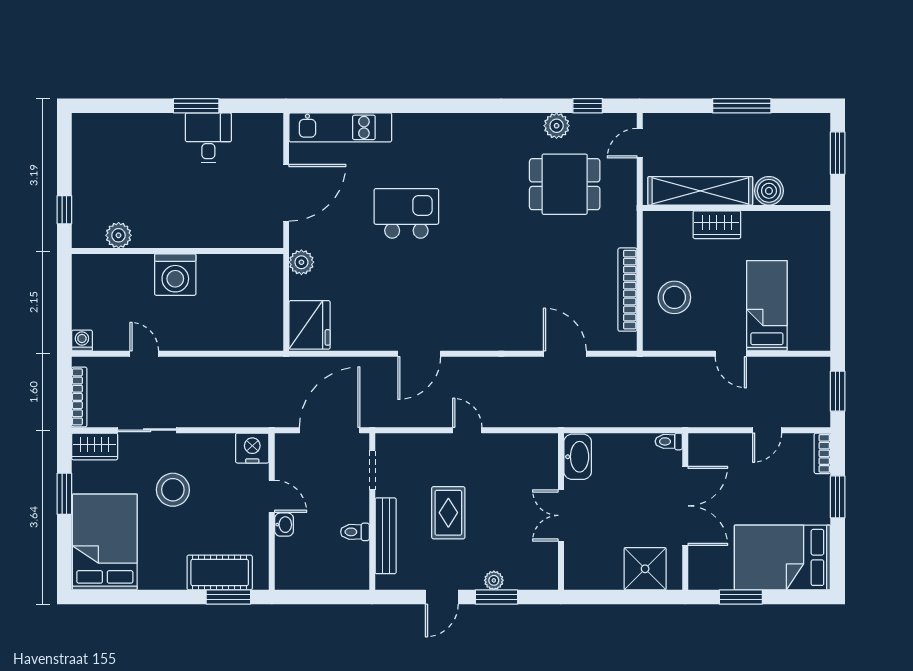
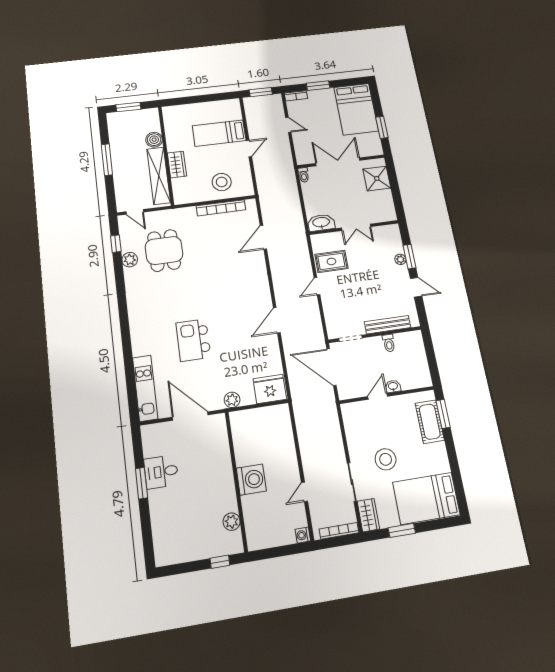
door: (419, 354) -> (277, 320), swing flipped
nightstand: (252, 448) -> (351, 413), removed
rug: (448, 513) -> (331, 261), moved

